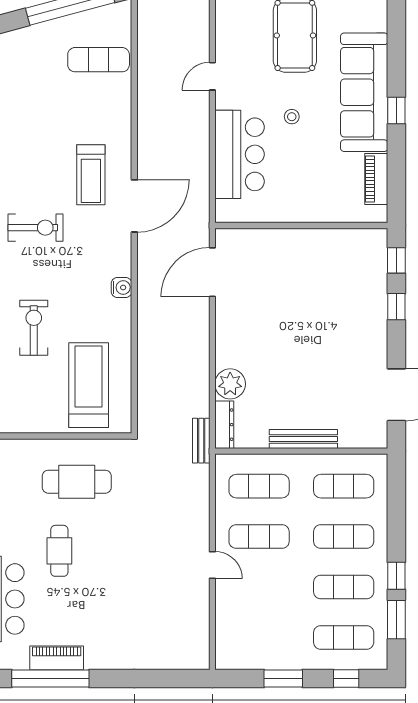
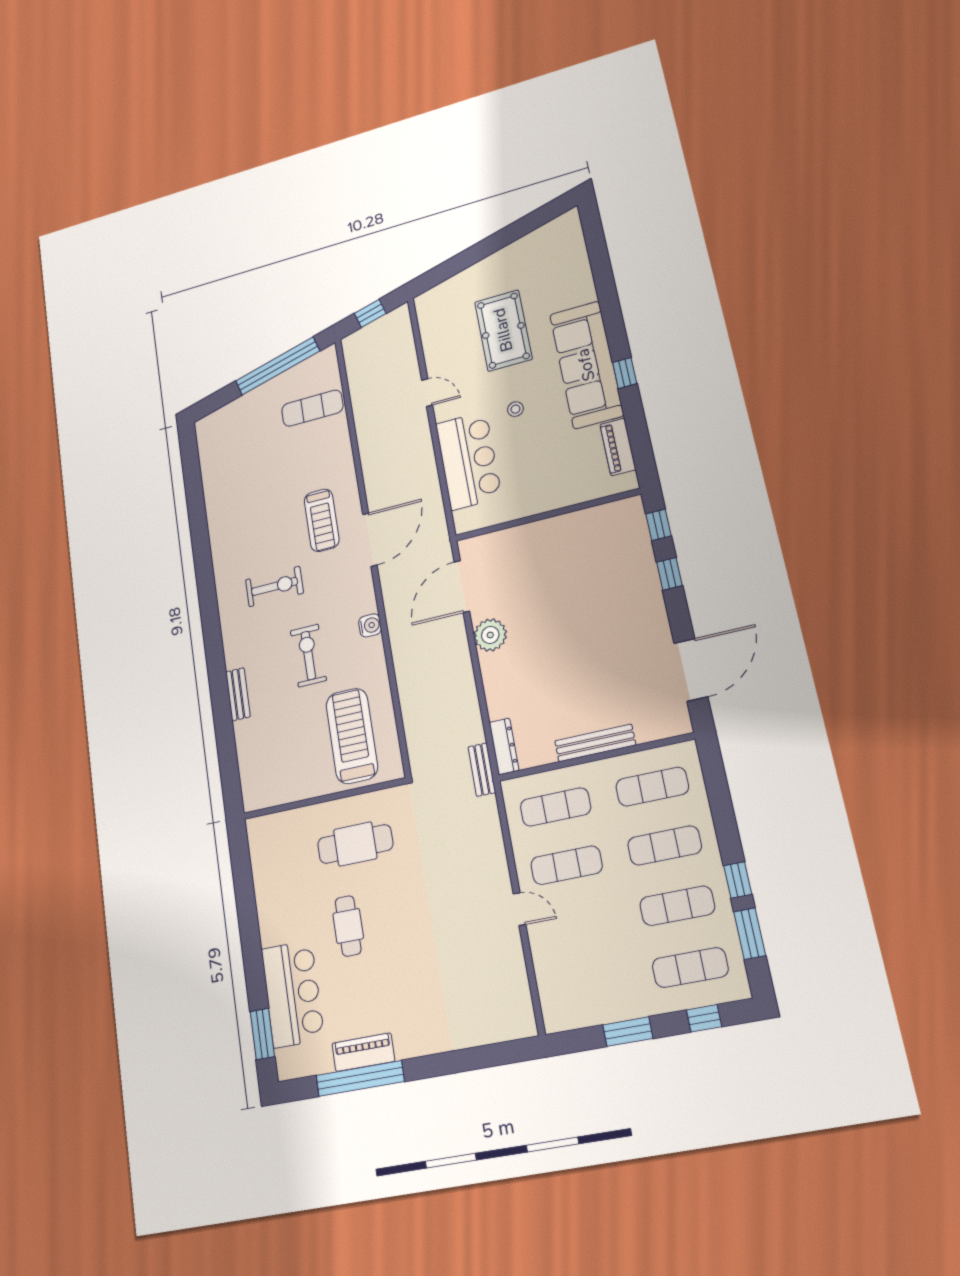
door: (212, 76) -> (427, 393), swing flipped
exercise bike: (34, 328) -> (308, 655), moved
plant: (230, 384) -> (490, 635), moved

